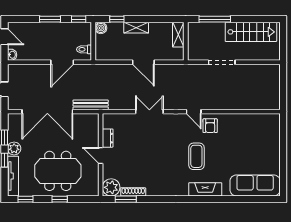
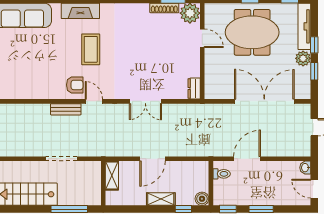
shelving: (178, 35) -> (112, 176), moved
door: (143, 62) -> (152, 159), swing flipped
bench: (91, 105) -> (66, 109), moved, width x0.73
armchair: (210, 126) -> (75, 85), turned 90
dresser: (108, 138) -> (194, 89), moved
door: (101, 156) -> (202, 38), moved

